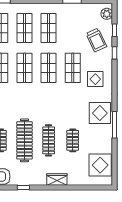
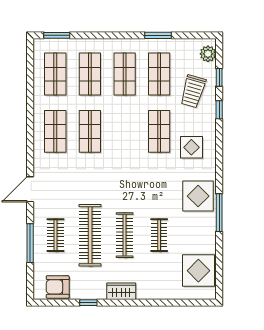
trolley: (96, 40) -> (193, 91), turned 41
shop shelf: (49, 68) -> (159, 74), moved
wardrobe: (57, 180) -> (121, 291), moved

